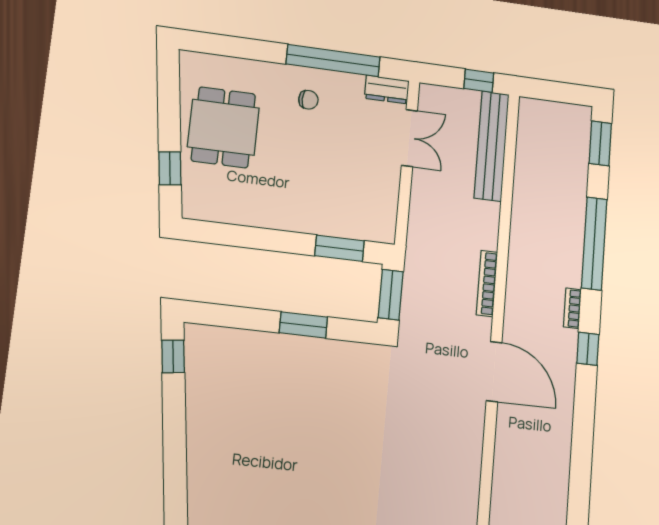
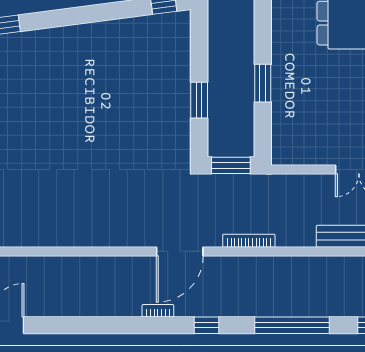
window: (340, 248) -> (263, 83), moved
bookcase: (572, 308) -> (158, 311), moved

